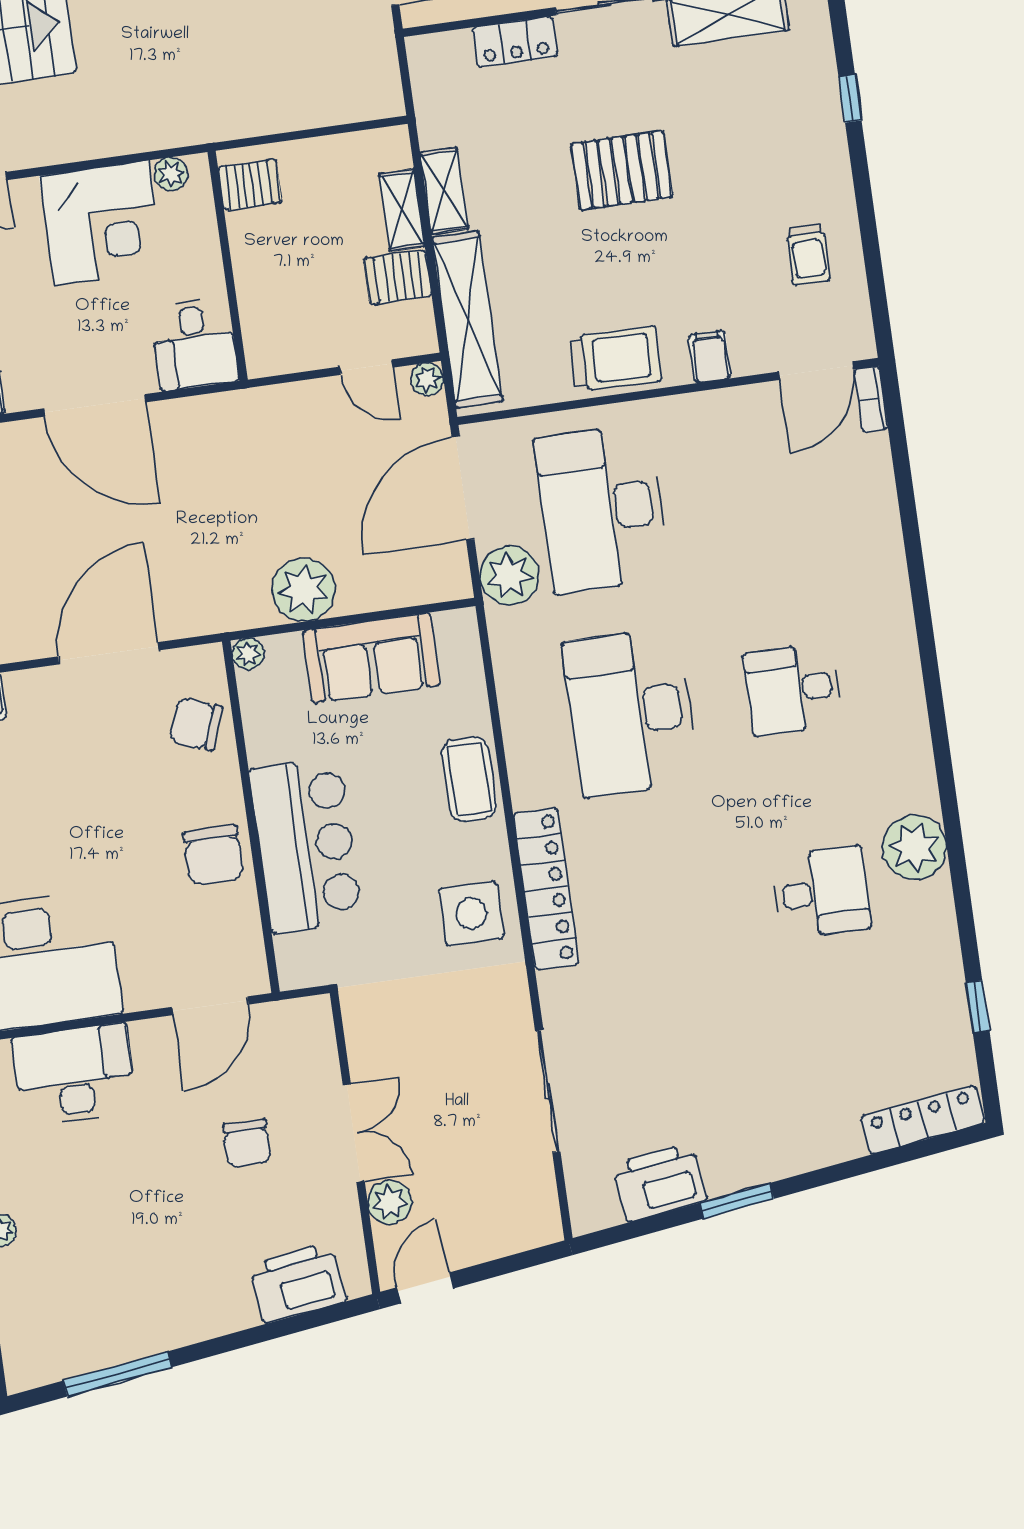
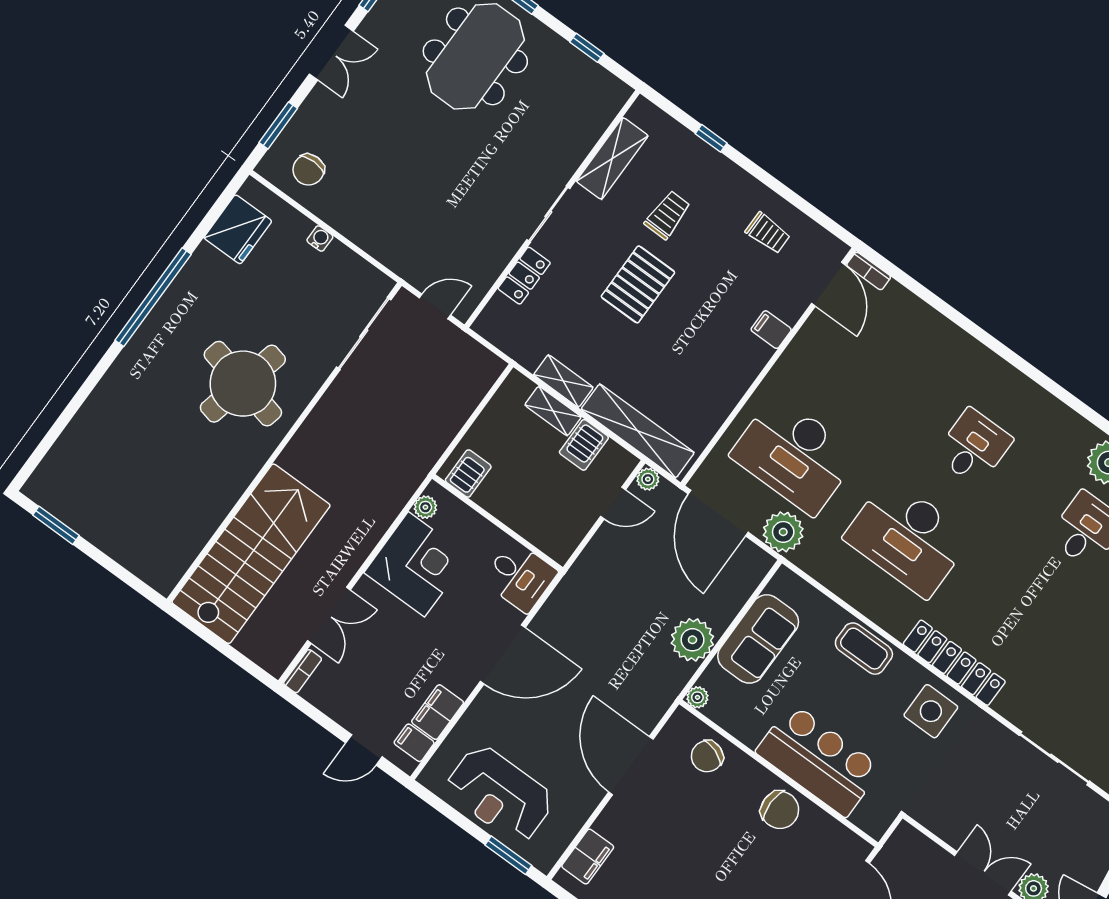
trolley: (615, 359) -> (668, 215), moved, width x0.73, depth x0.72
desk: (793, 689) -> (974, 447), turned 180

